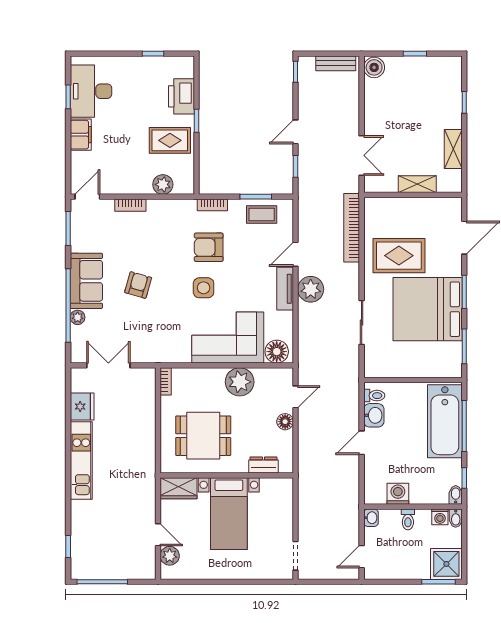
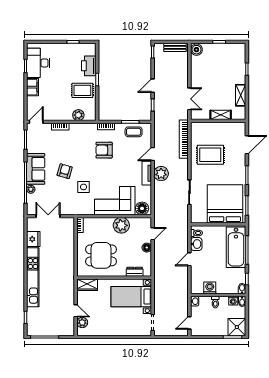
side table: (204, 288) -> (84, 187), moved
bed: (428, 309) -> (225, 204), moved, turned 90
kitchen unit: (81, 461) -> (33, 277), width x1.36
bed with nightstands: (229, 514) -> (131, 297), moved, turned 90

